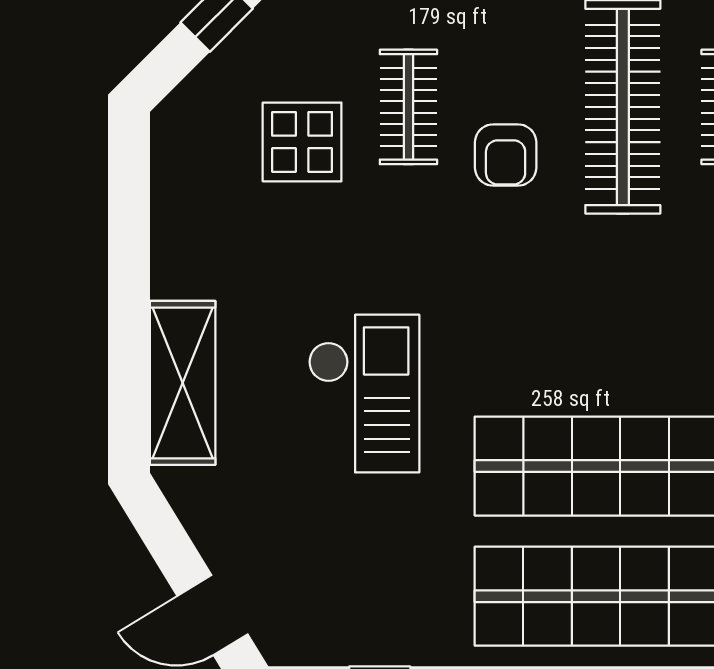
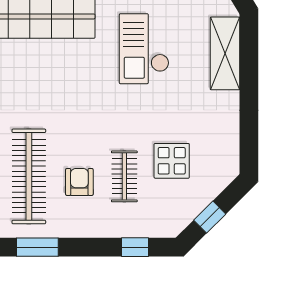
armchair: (506, 155) -> (79, 182), moved

